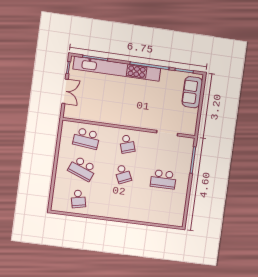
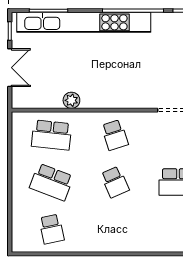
plant: (102, 118) -> (71, 100), added

